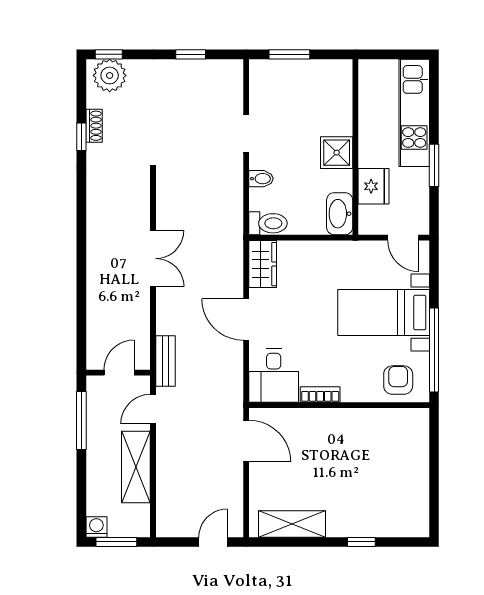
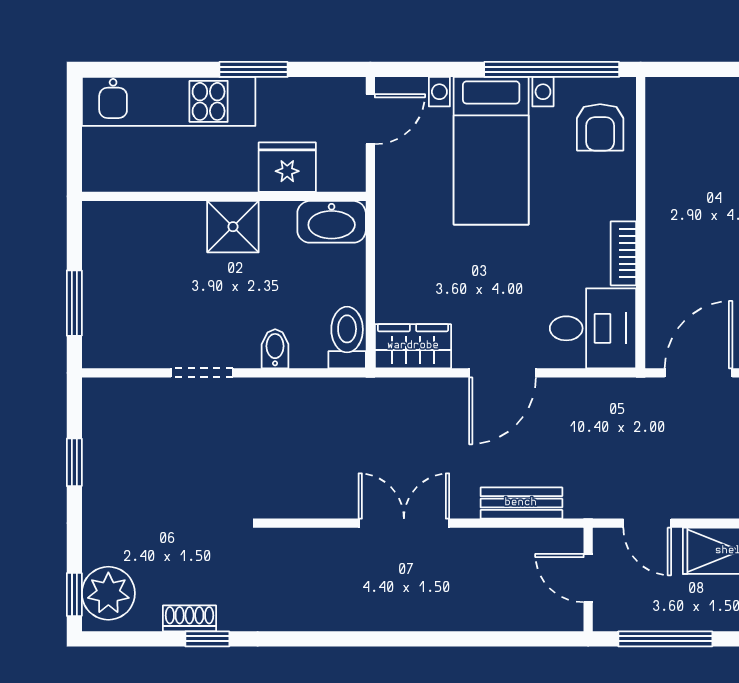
bench: (165, 361) -> (521, 503), moved
armchair: (398, 380) -> (600, 127), turned -90

